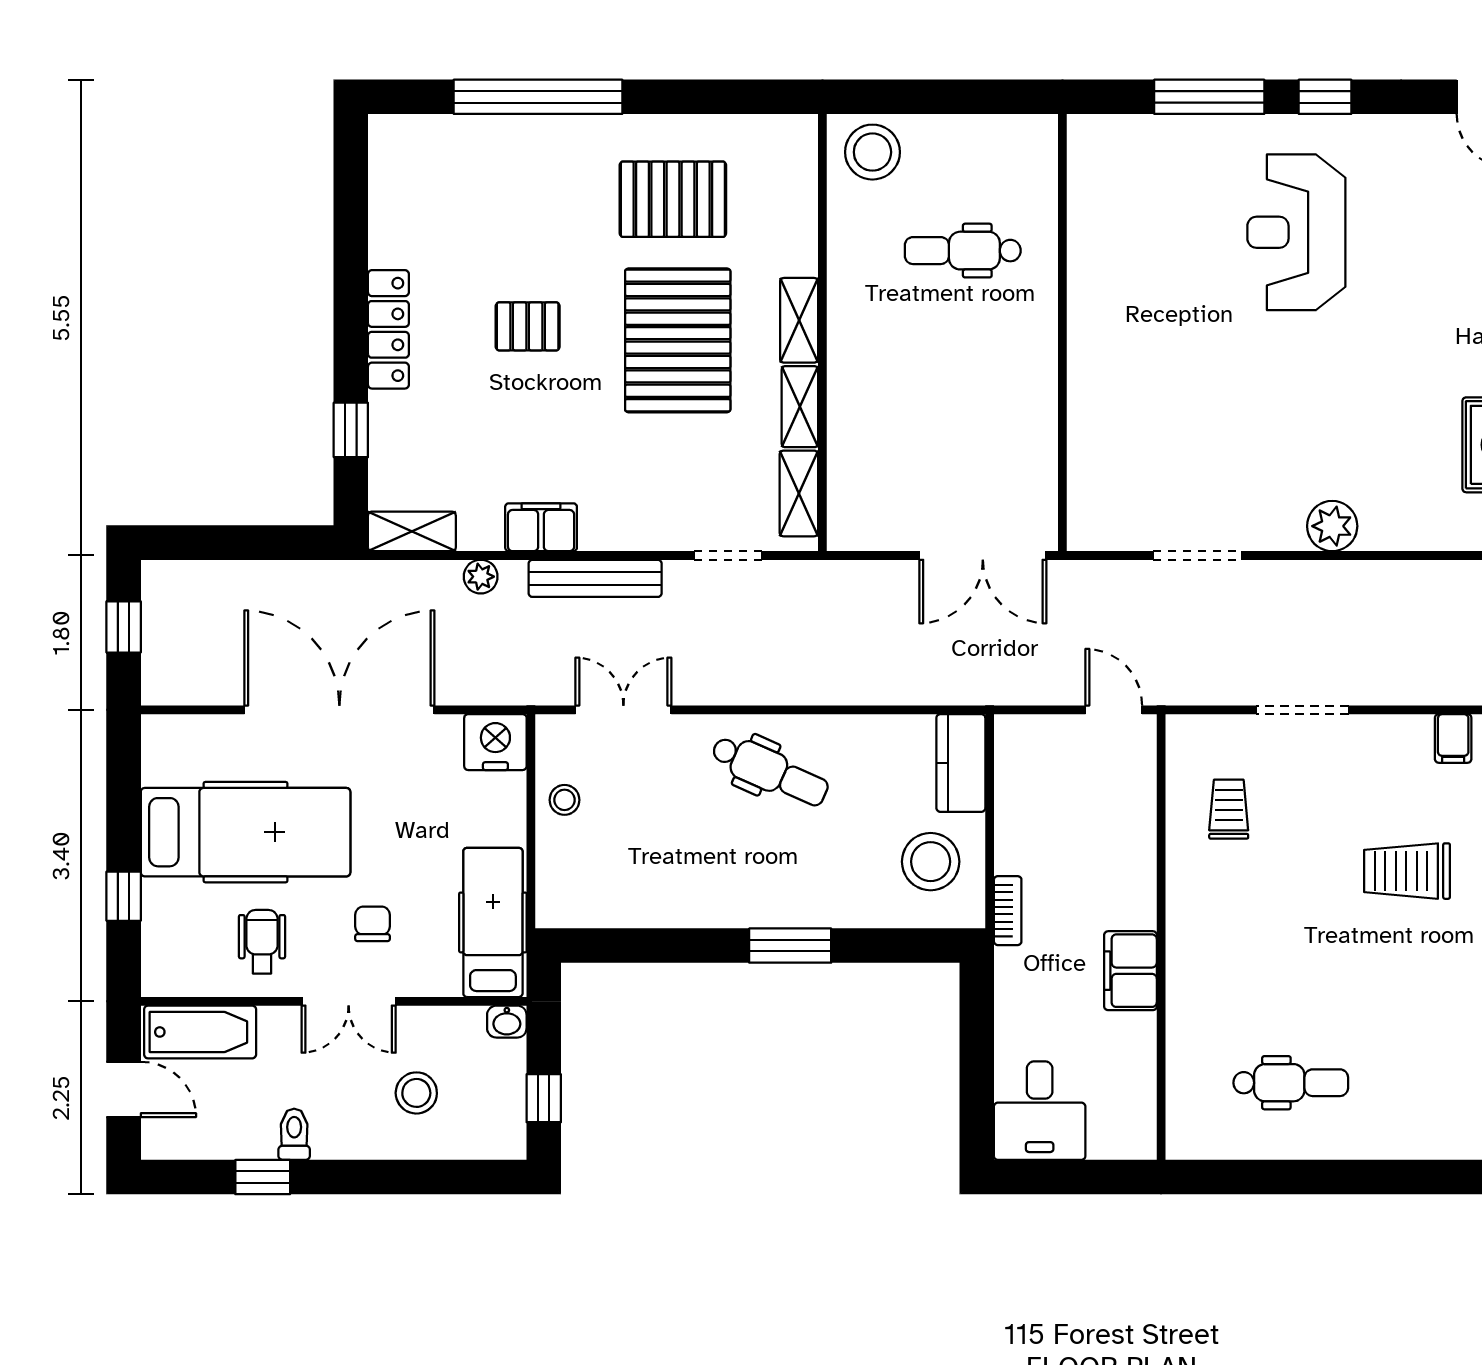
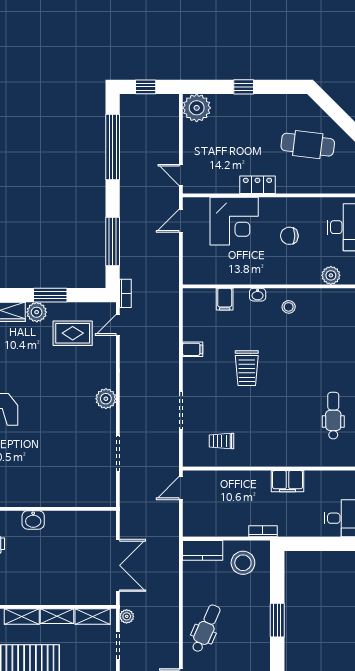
washbasin: (1035, 348) -> (33, 520), added
double door: (983, 555) -> (118, 565), moved
plant: (799, 577) -> (127, 616), added

